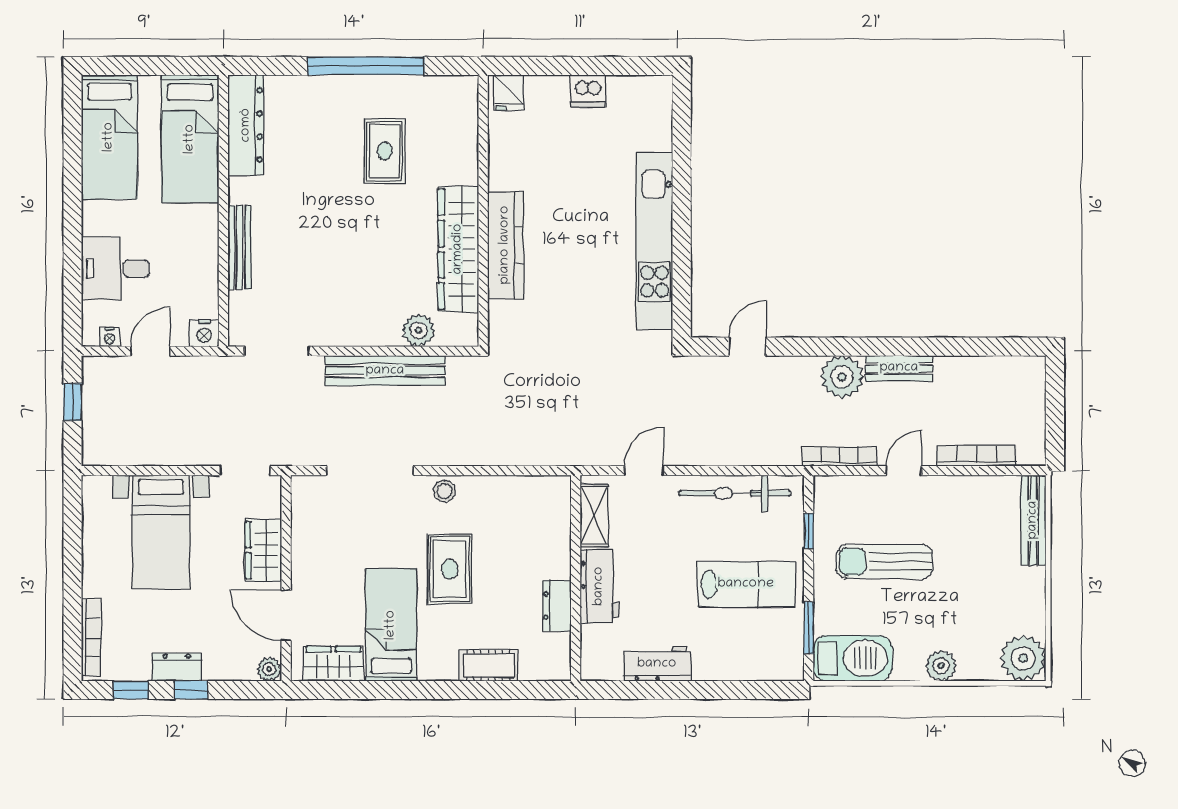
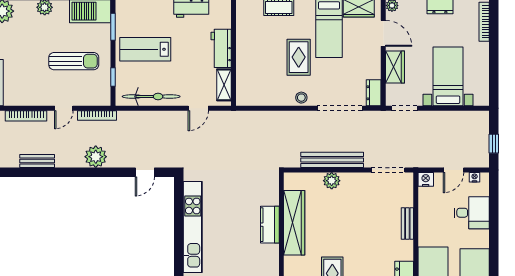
kitchen counter: (505, 245) -> (270, 225), width x0.67
bench: (240, 248) -> (407, 224), width x0.73
plant: (418, 330) -> (332, 181), moved
bench: (899, 368) -> (37, 161), moved
dresser: (557, 606) -> (374, 93), moved, turned 180

